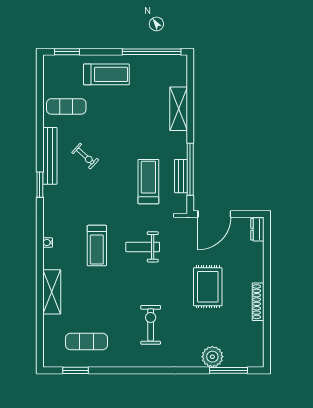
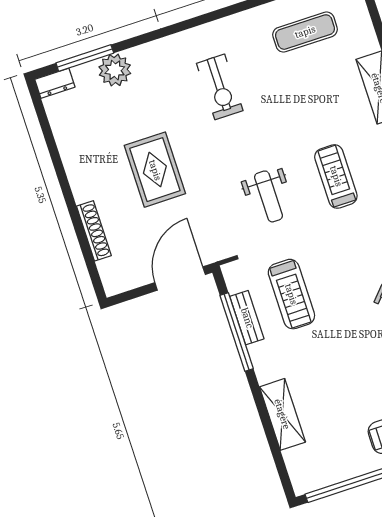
dresser: (257, 229) -> (55, 83), moved, turned 90
weight bench: (143, 247) -> (269, 196), turned 90
shoe rack: (258, 302) -> (94, 231), moved

